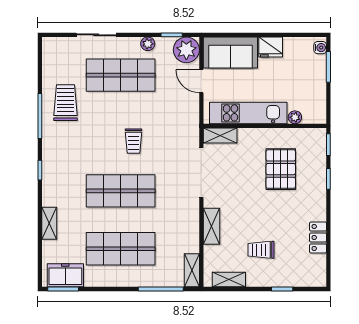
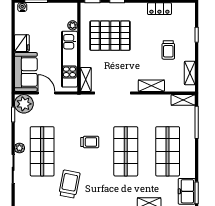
plant: (148, 44) -> (19, 148), moved
door: (201, 81) -> (47, 93), swing flipped
trolley: (65, 103) -> (69, 184), moved, turned 101
pallet: (281, 169) -> (110, 36), width x1.37, depth x1.41

